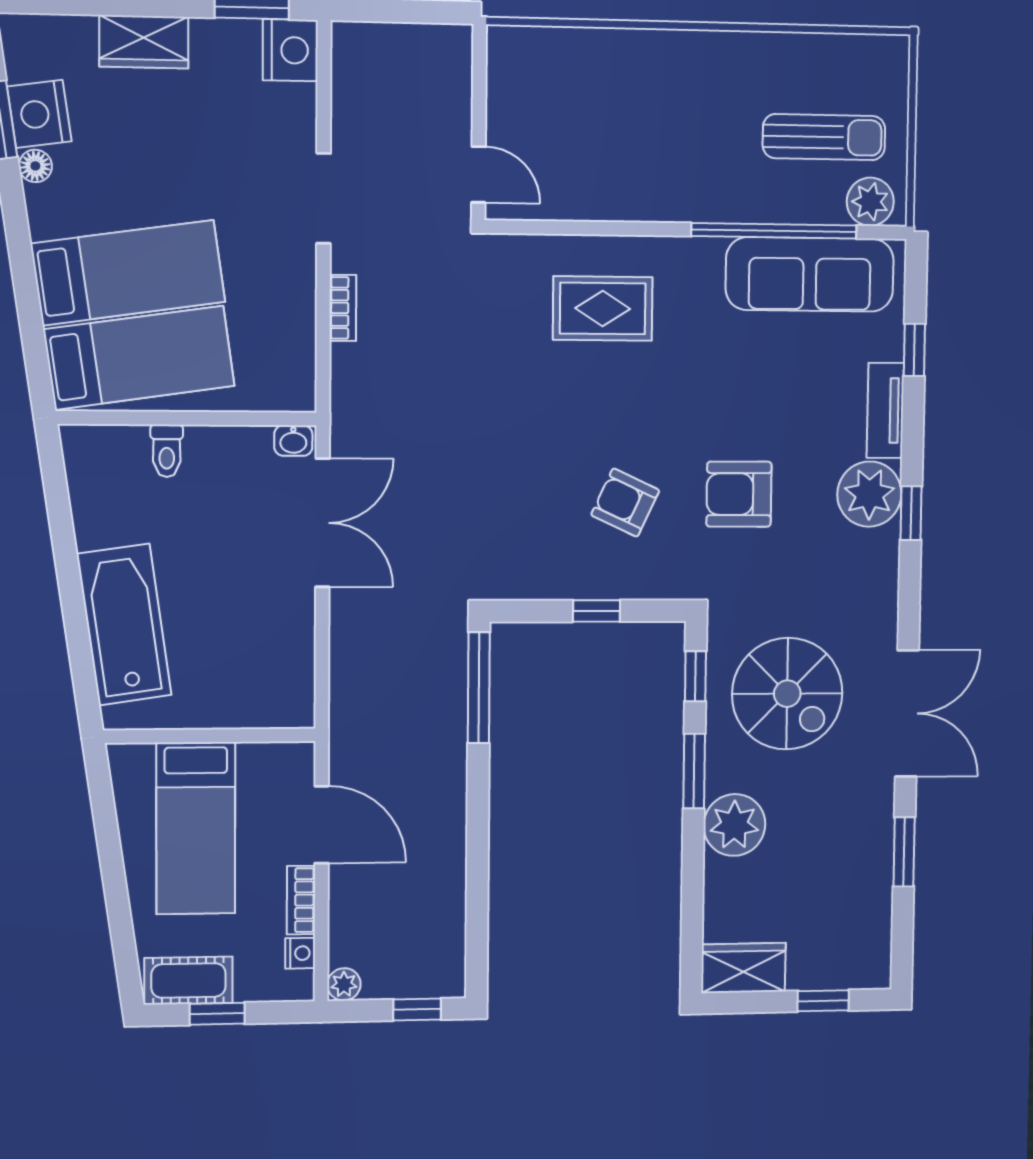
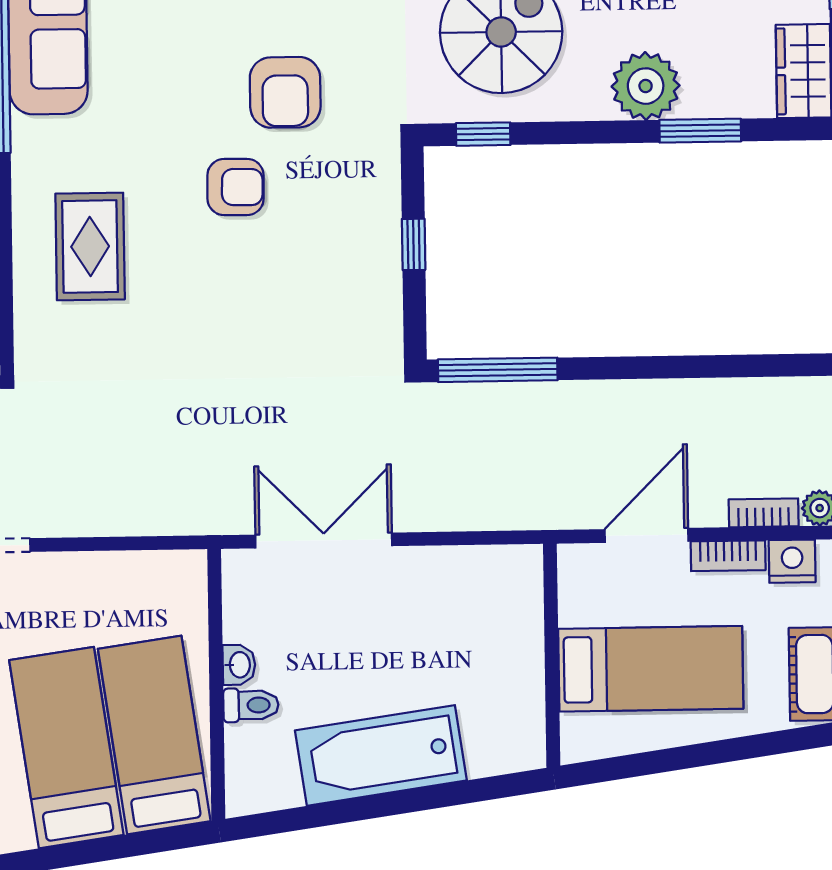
bookcase: (343, 308) -> (764, 513), moved
washbasin: (293, 441) -> (239, 665), moved
armchair: (625, 503) -> (236, 187), moved, turned -114
bathtub: (124, 625) -> (381, 755), moved
window: (694, 771) -> (700, 131), moved
nightstand: (300, 953) -> (792, 561), width x1.39, depth x1.35

